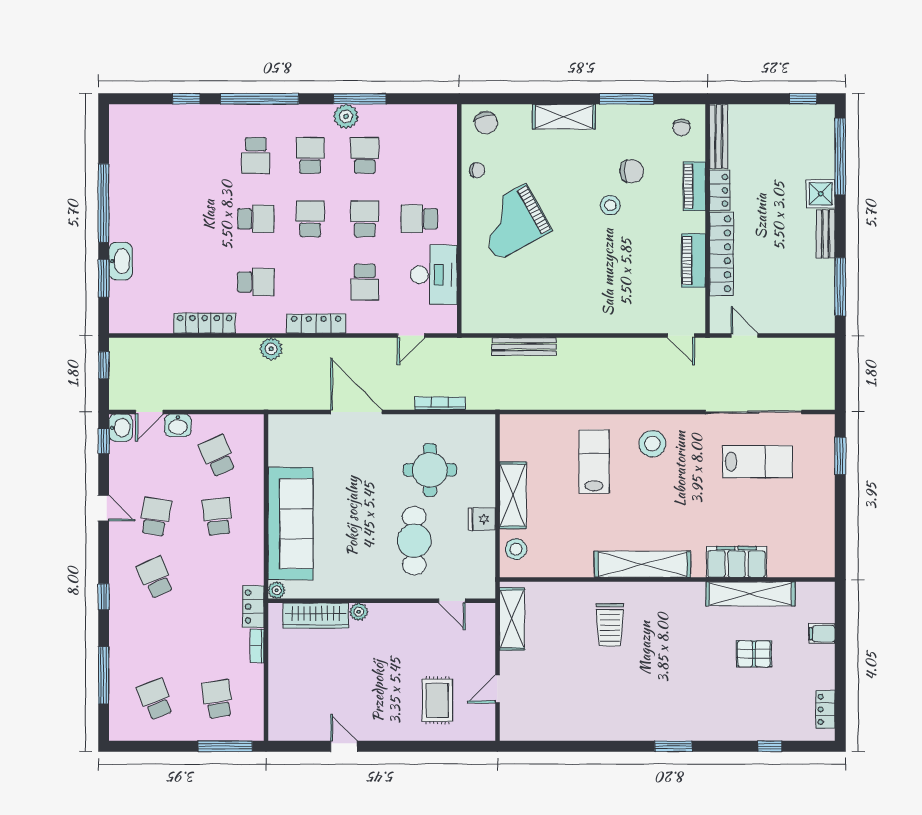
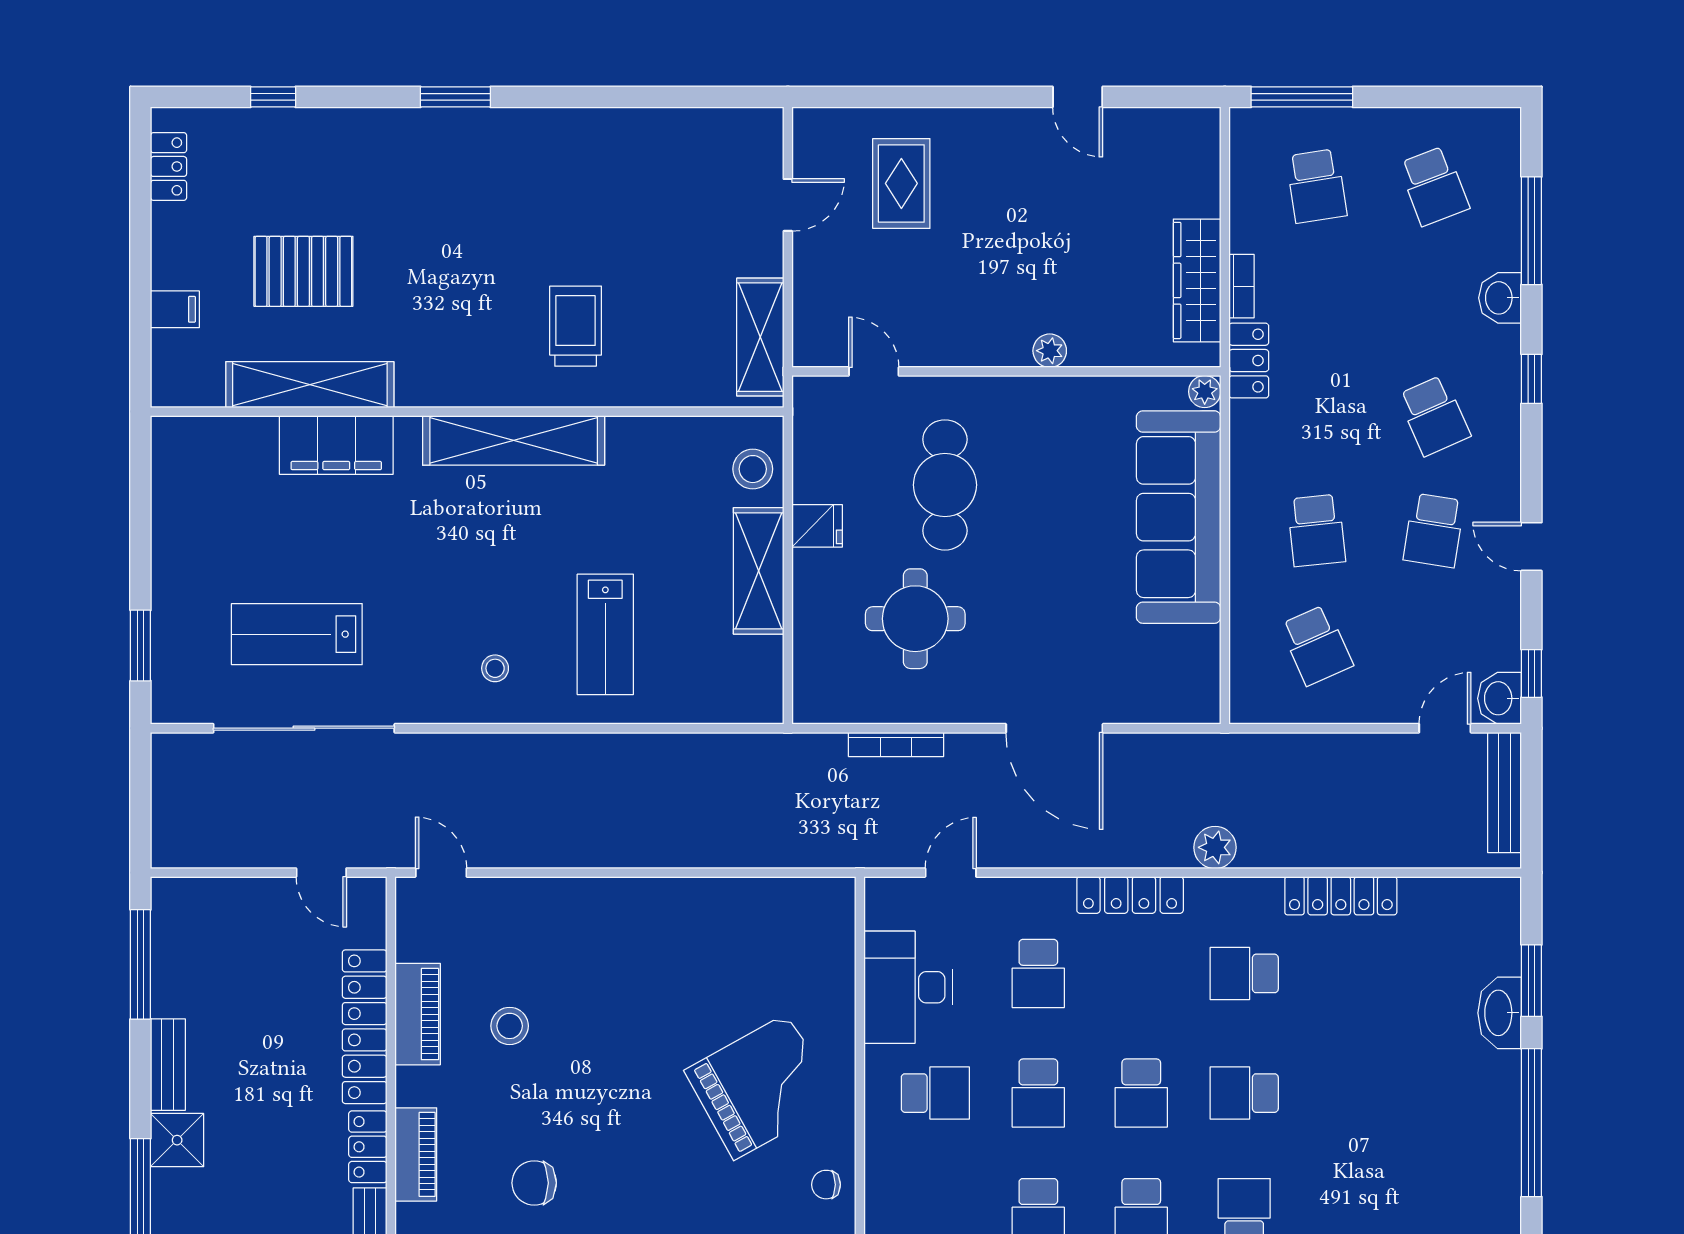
stool: (610, 205) -> (510, 1026), moved
school desk: (365, 282) -> (1038, 973), turned 180
bench: (524, 347) -> (1505, 792), moved, turned 90
window: (104, 365) -> (1531, 816), removed
washbasin: (178, 425) -> (1500, 298), moved, turned -90
stool: (652, 444) -> (495, 668), width x0.53, depth x0.53
wardrobe: (316, 615) -> (1197, 280), moved, turned -90
pallet: (754, 654) -> (303, 271), width x1.50, depth x1.42

